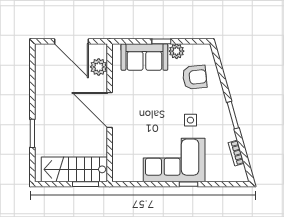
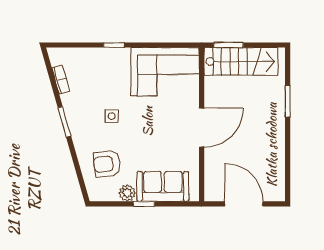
plant: (99, 67) -> (214, 175), removed
door: (110, 110) -> (202, 128), hinge flipped
corner sofa: (174, 160) -> (165, 72), moved

